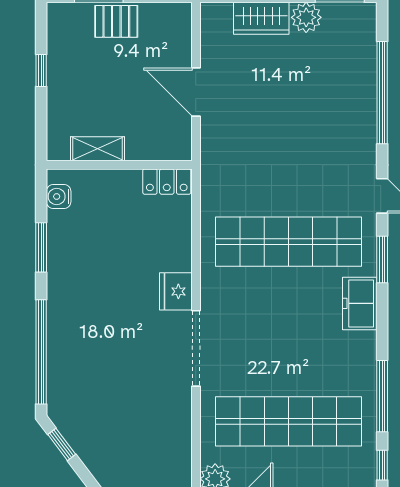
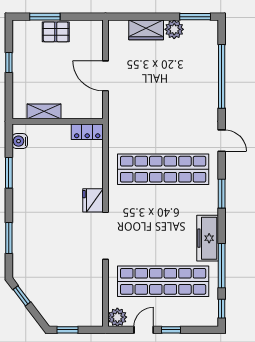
window: (382, 260) -> (222, 194), moved
freezer: (360, 303) -> (208, 238), moved, width x1.40
window: (41, 352) -> (9, 238), width x0.47

